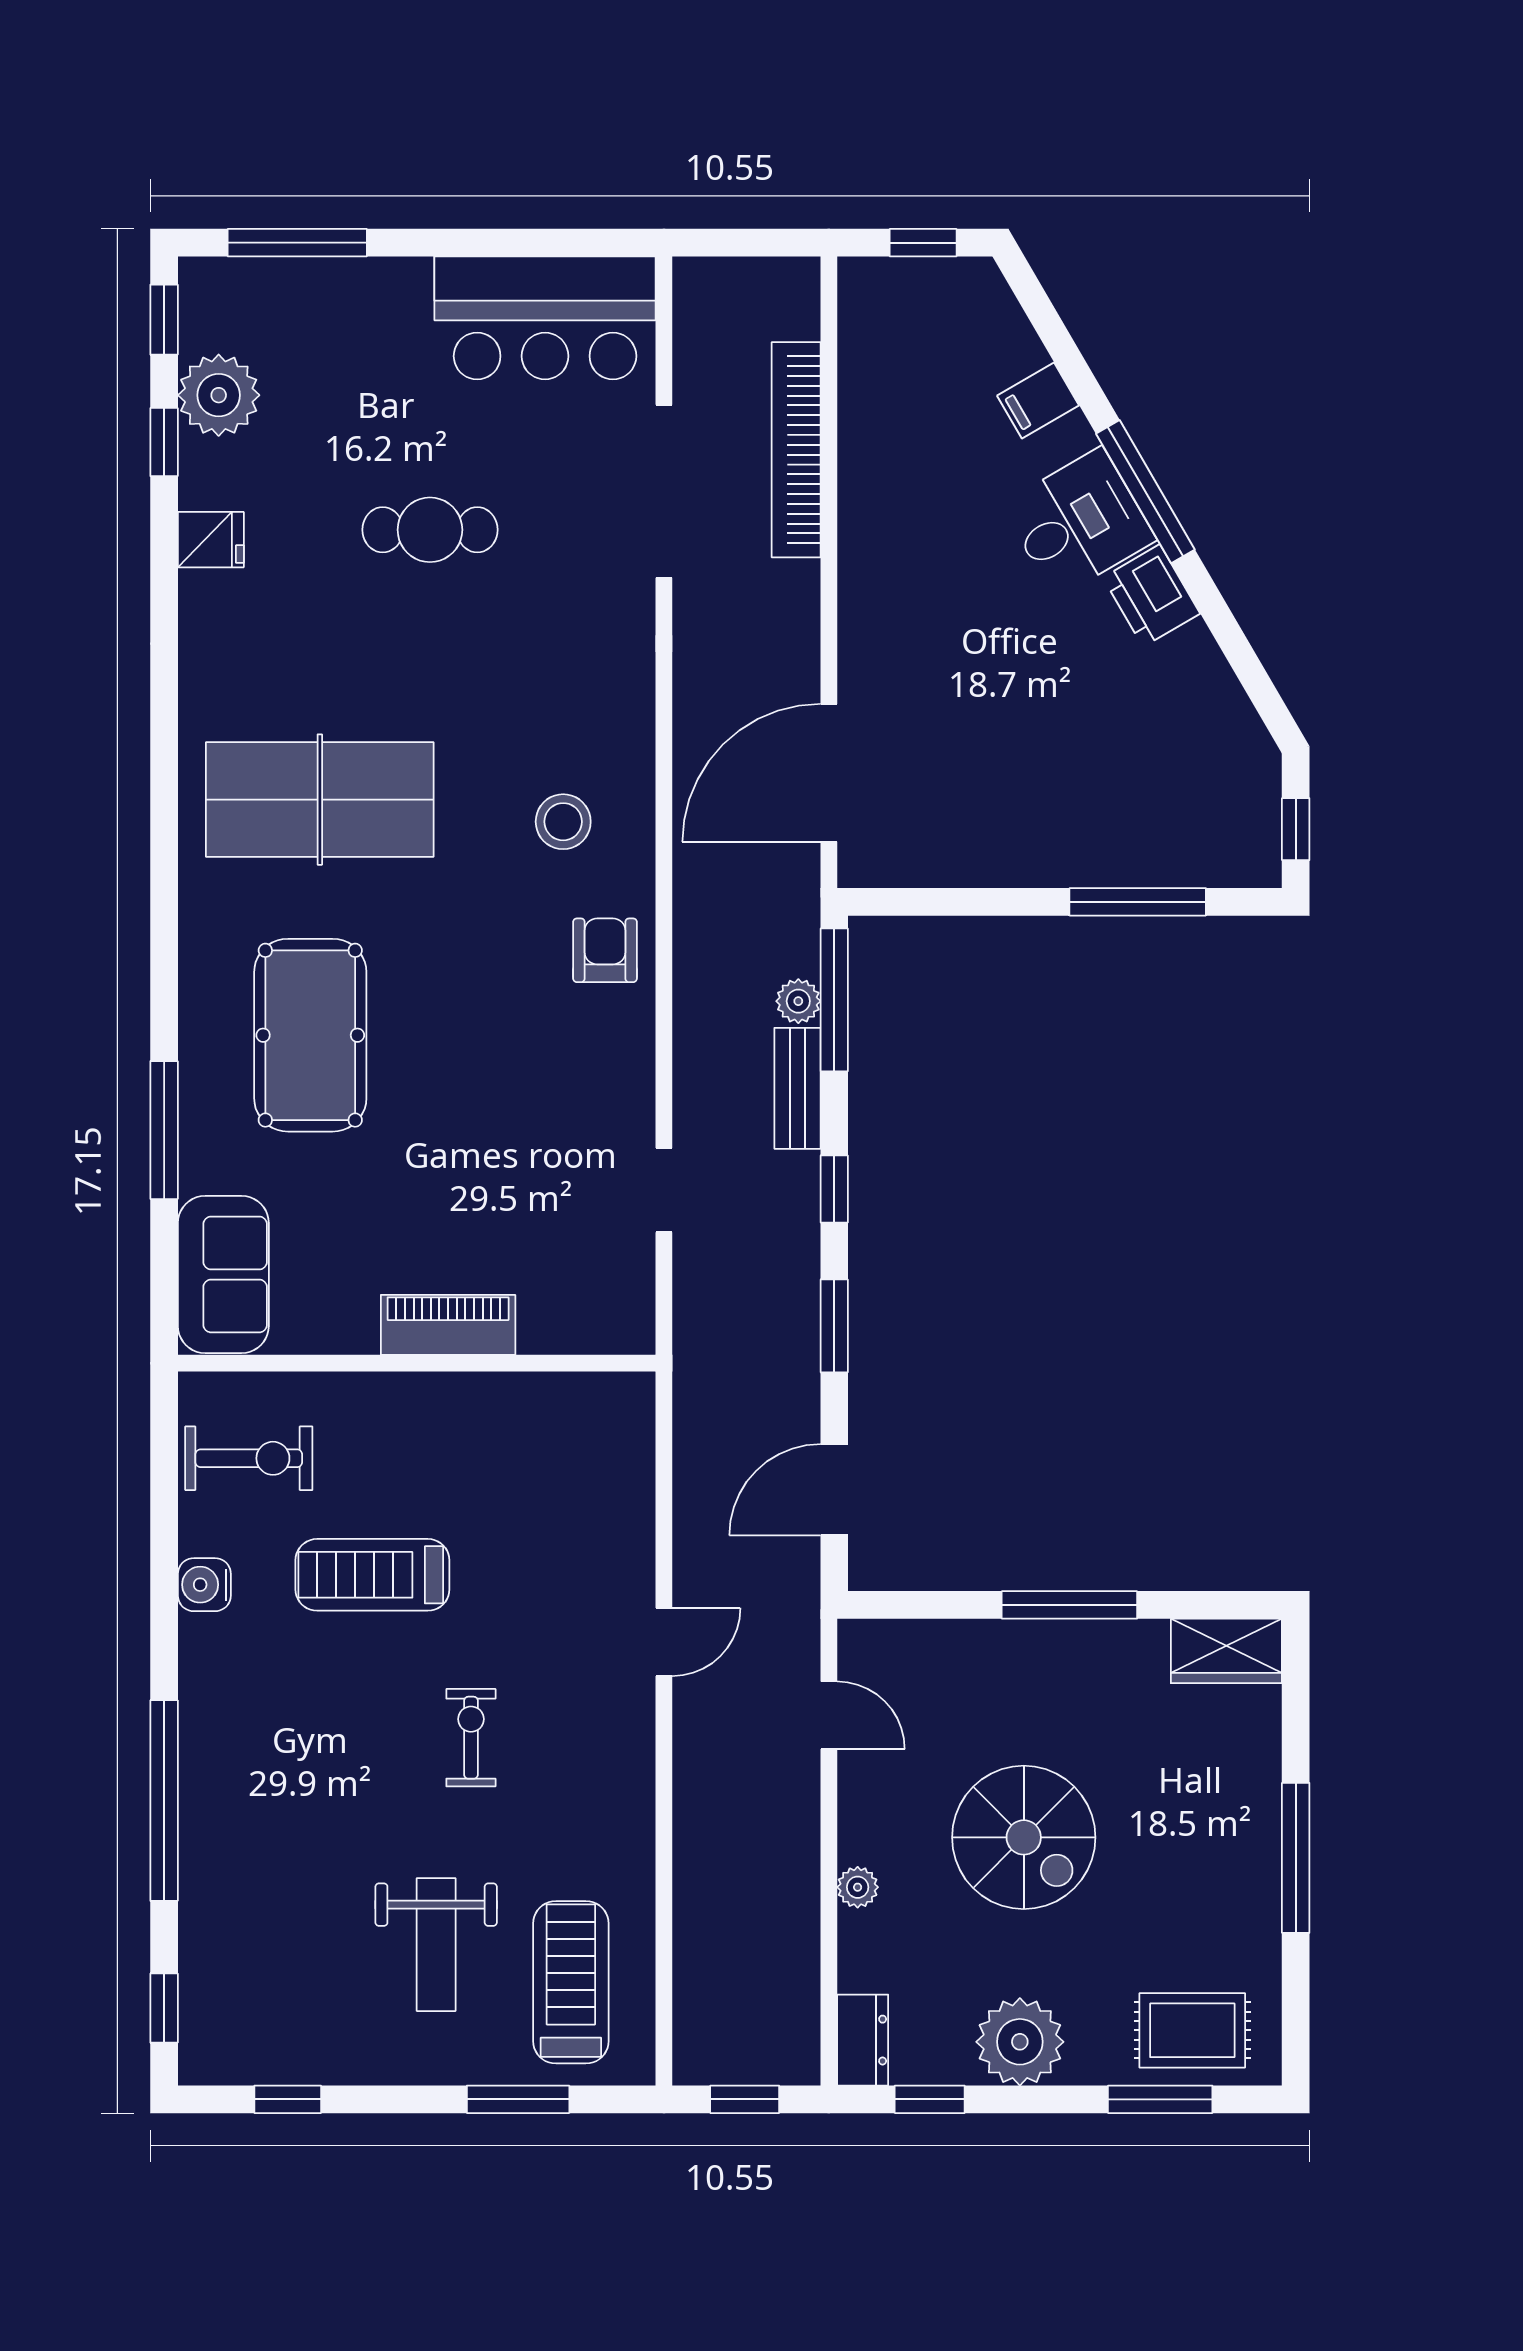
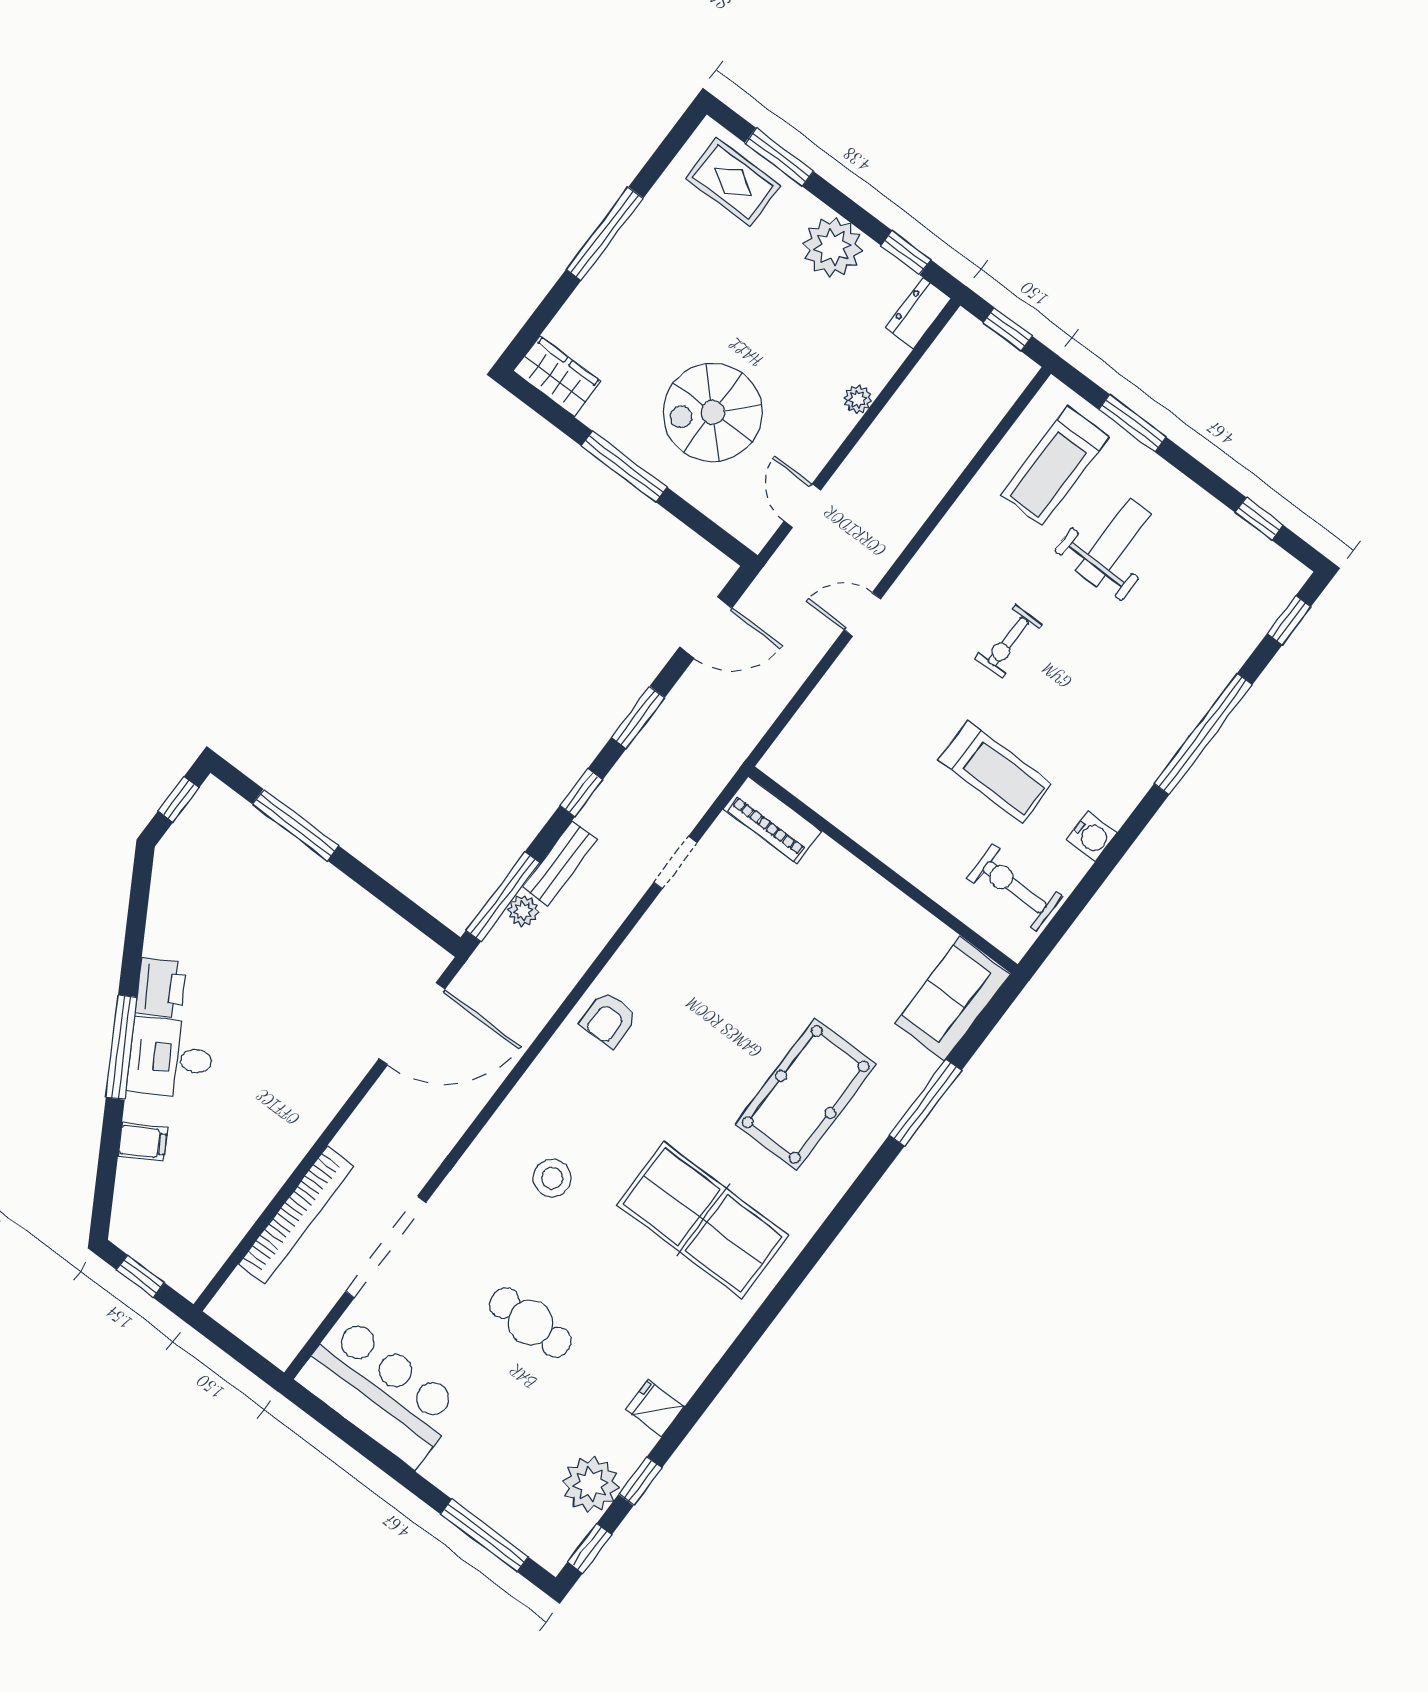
stool: (563, 822) -> (552, 1178), moved
piano: (448, 1325) -> (773, 820), moved
spiral stairs: (1024, 1837) -> (713, 412), moved, turned -90

